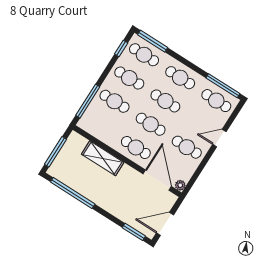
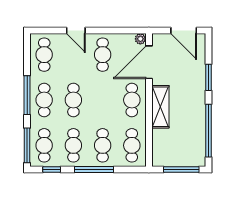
window: (223, 86) -> (27, 95), moved
window: (88, 101) -> (94, 169), moved
cafe table: (151, 124) -> (132, 145), moved
shelving: (103, 158) -> (160, 107), moved
window: (134, 232) -> (208, 77), moved

